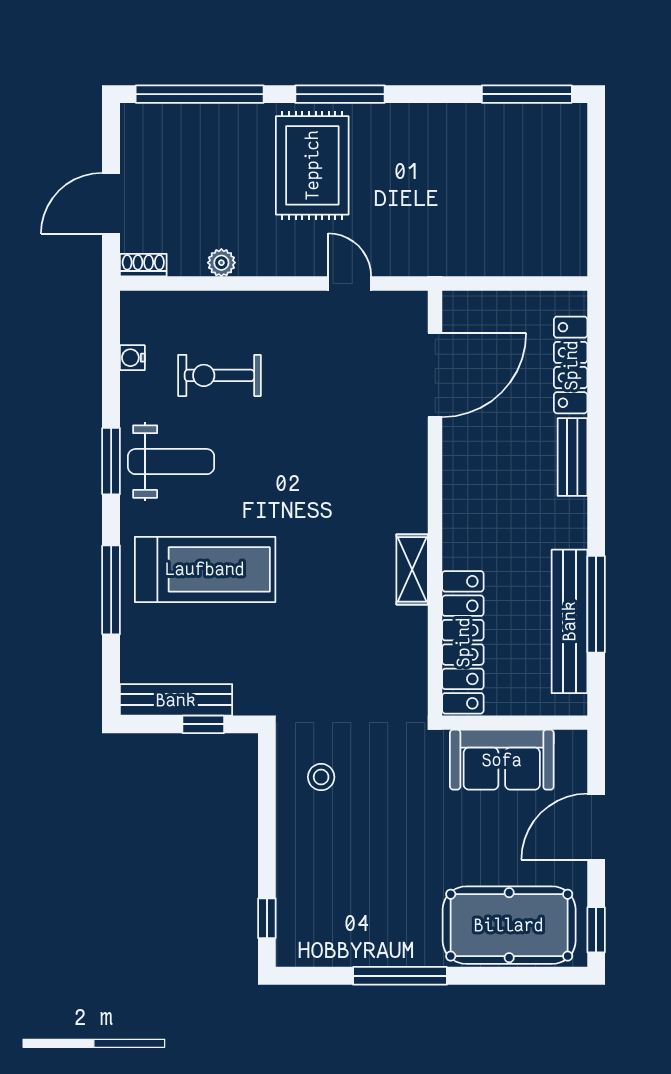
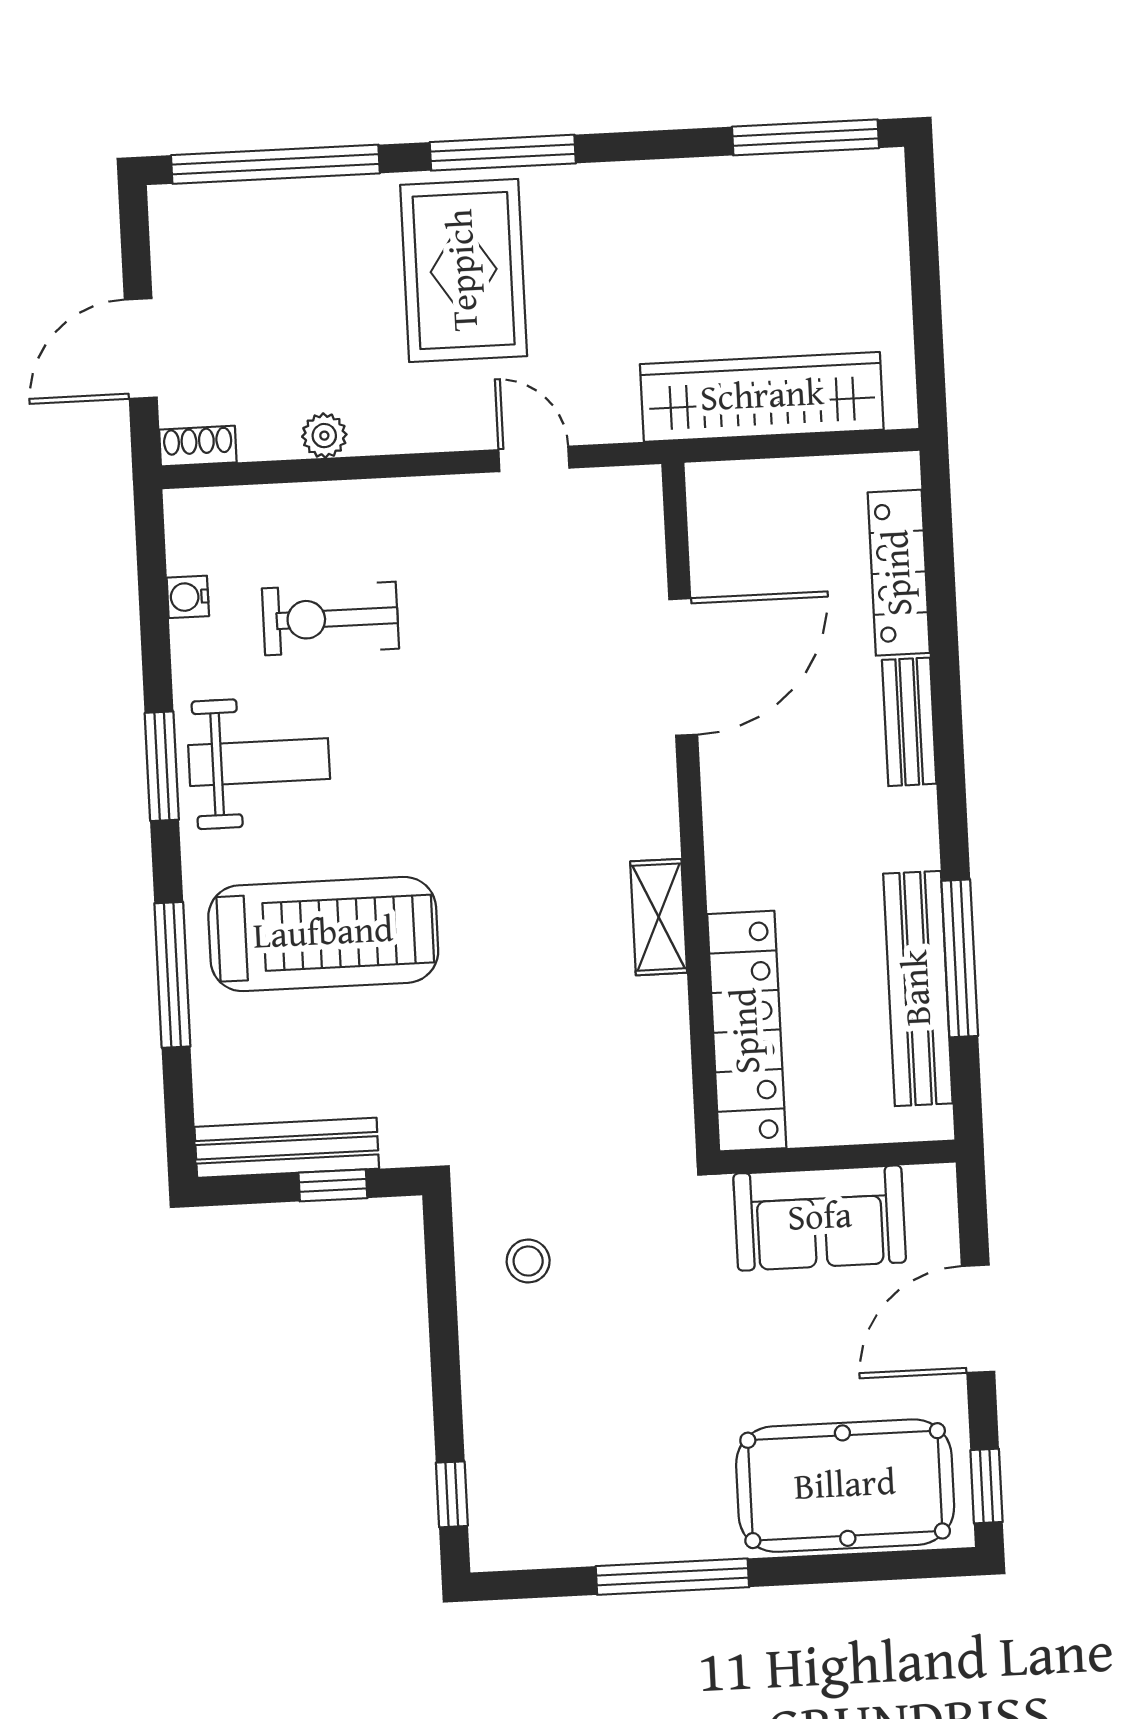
wardrobe: (492, 253) -> (762, 397), added
door: (435, 375) -> (683, 667), moved

